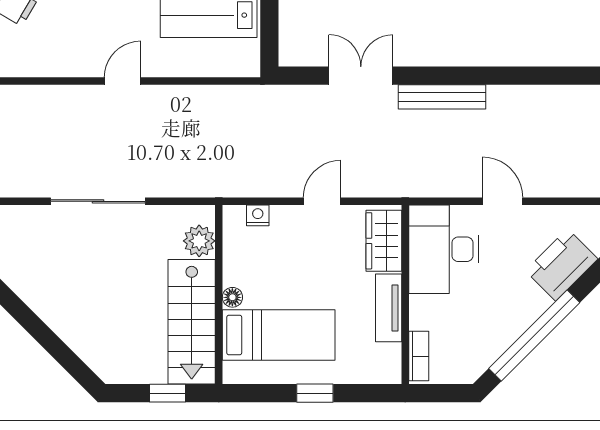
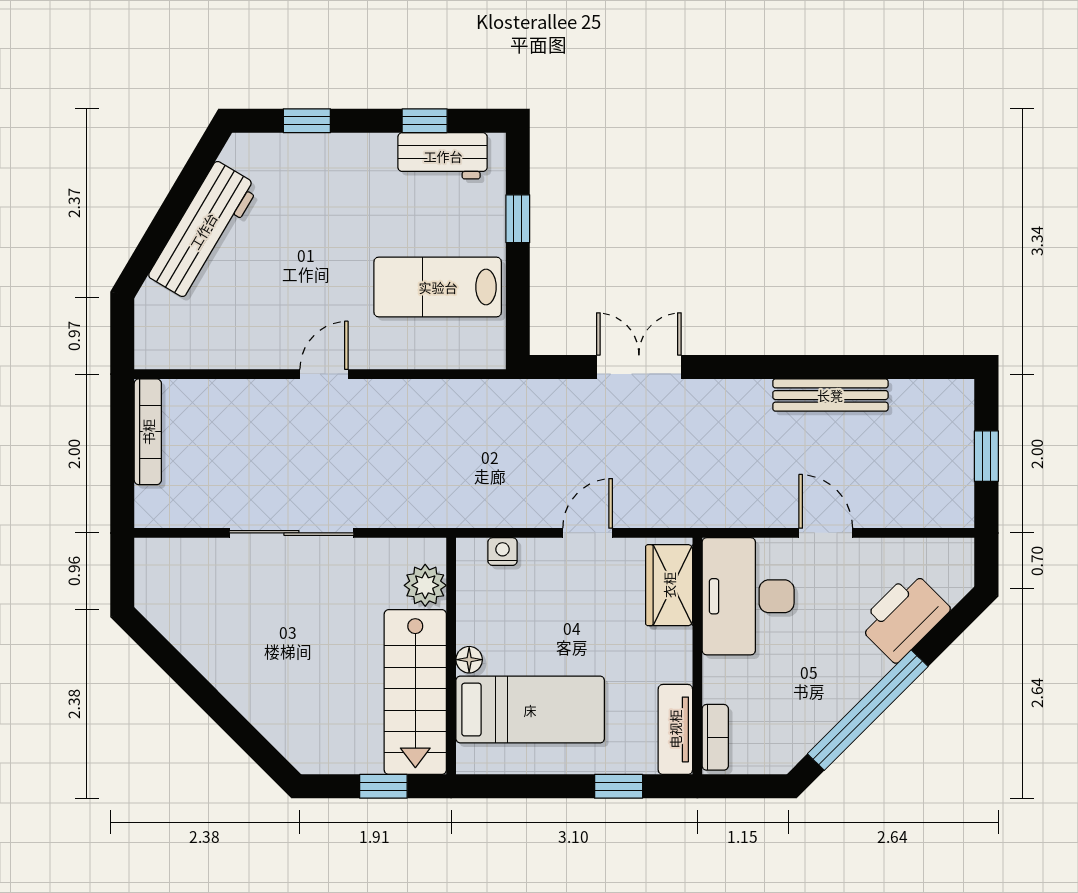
bench: (442, 97) -> (830, 395), moved
tv unit: (389, 308) -> (675, 729), moved
window: (315, 393) -> (619, 786), moved

